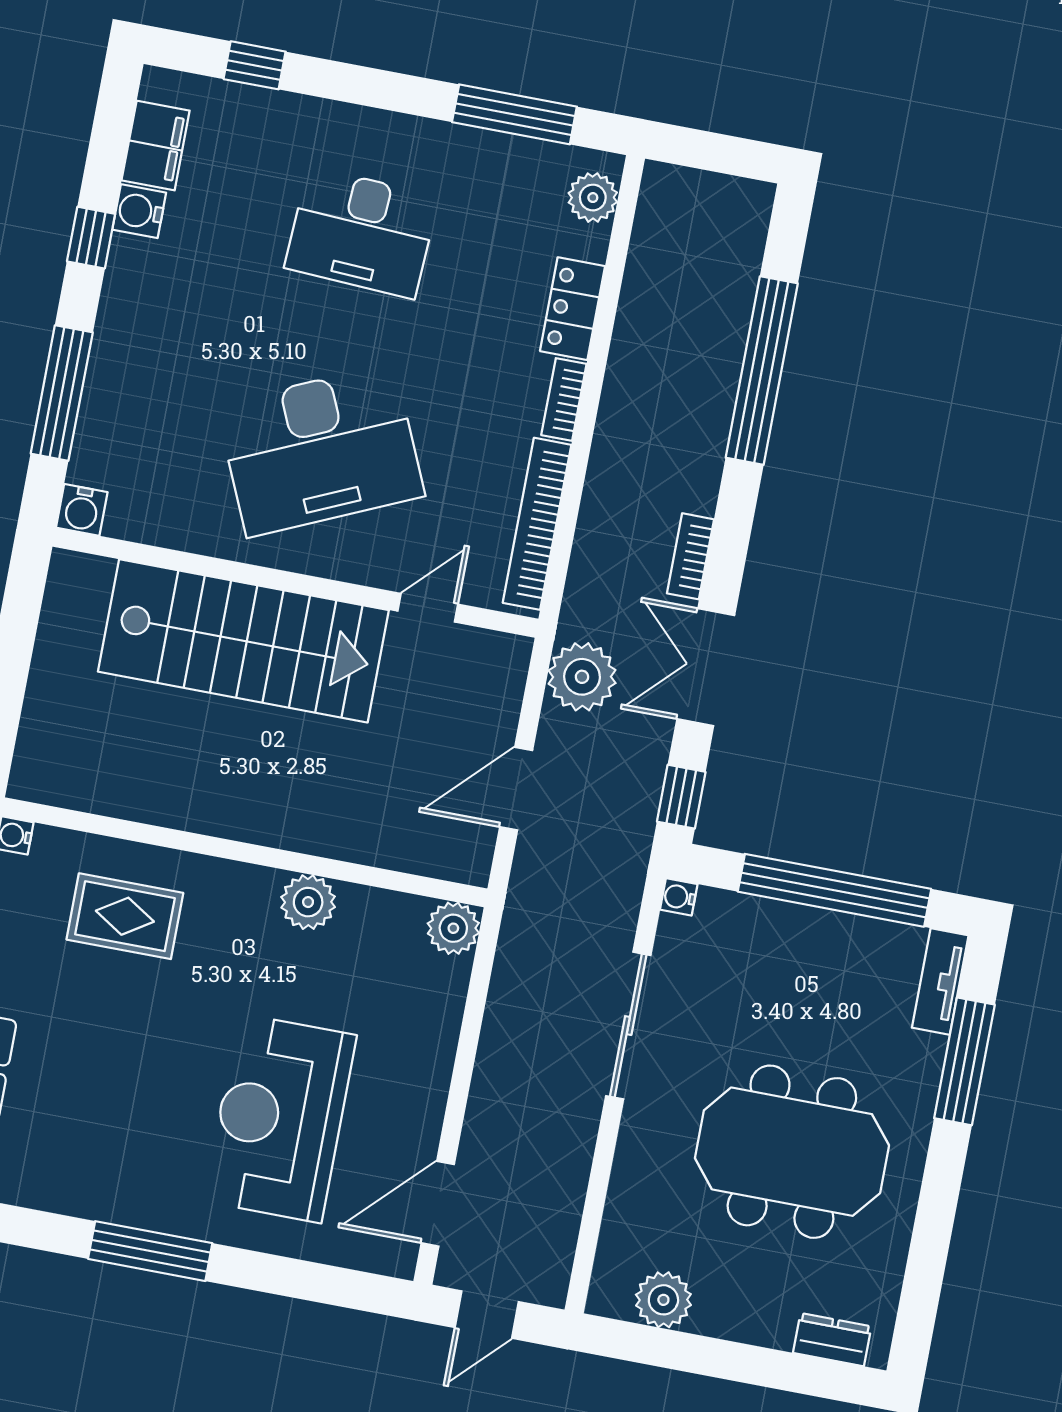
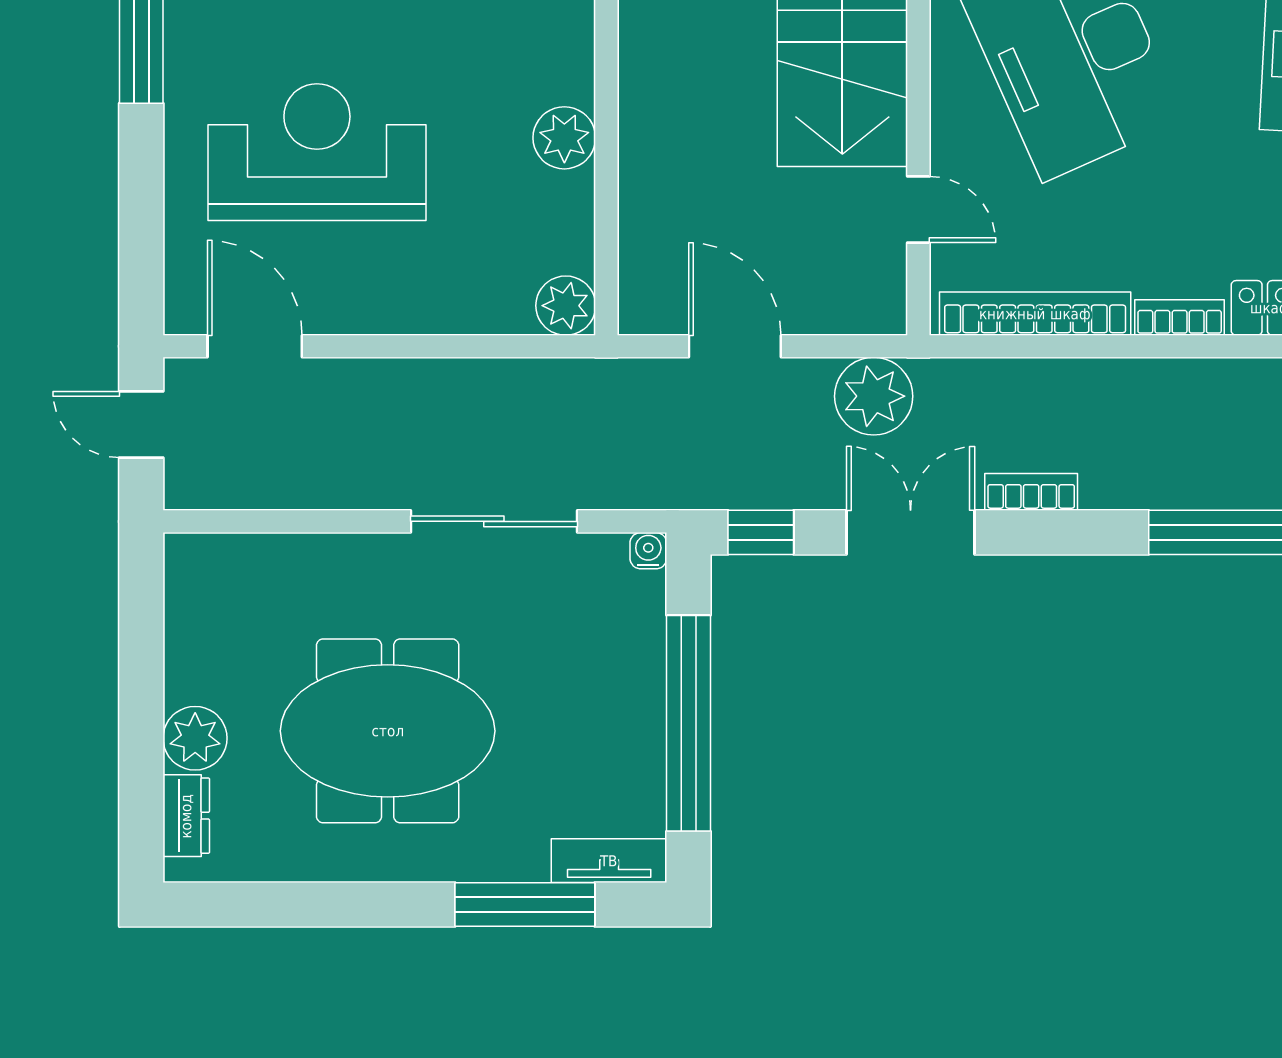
meeting table: (792, 1152) -> (388, 731), turned 90
plant: (663, 1300) -> (195, 738), moved

